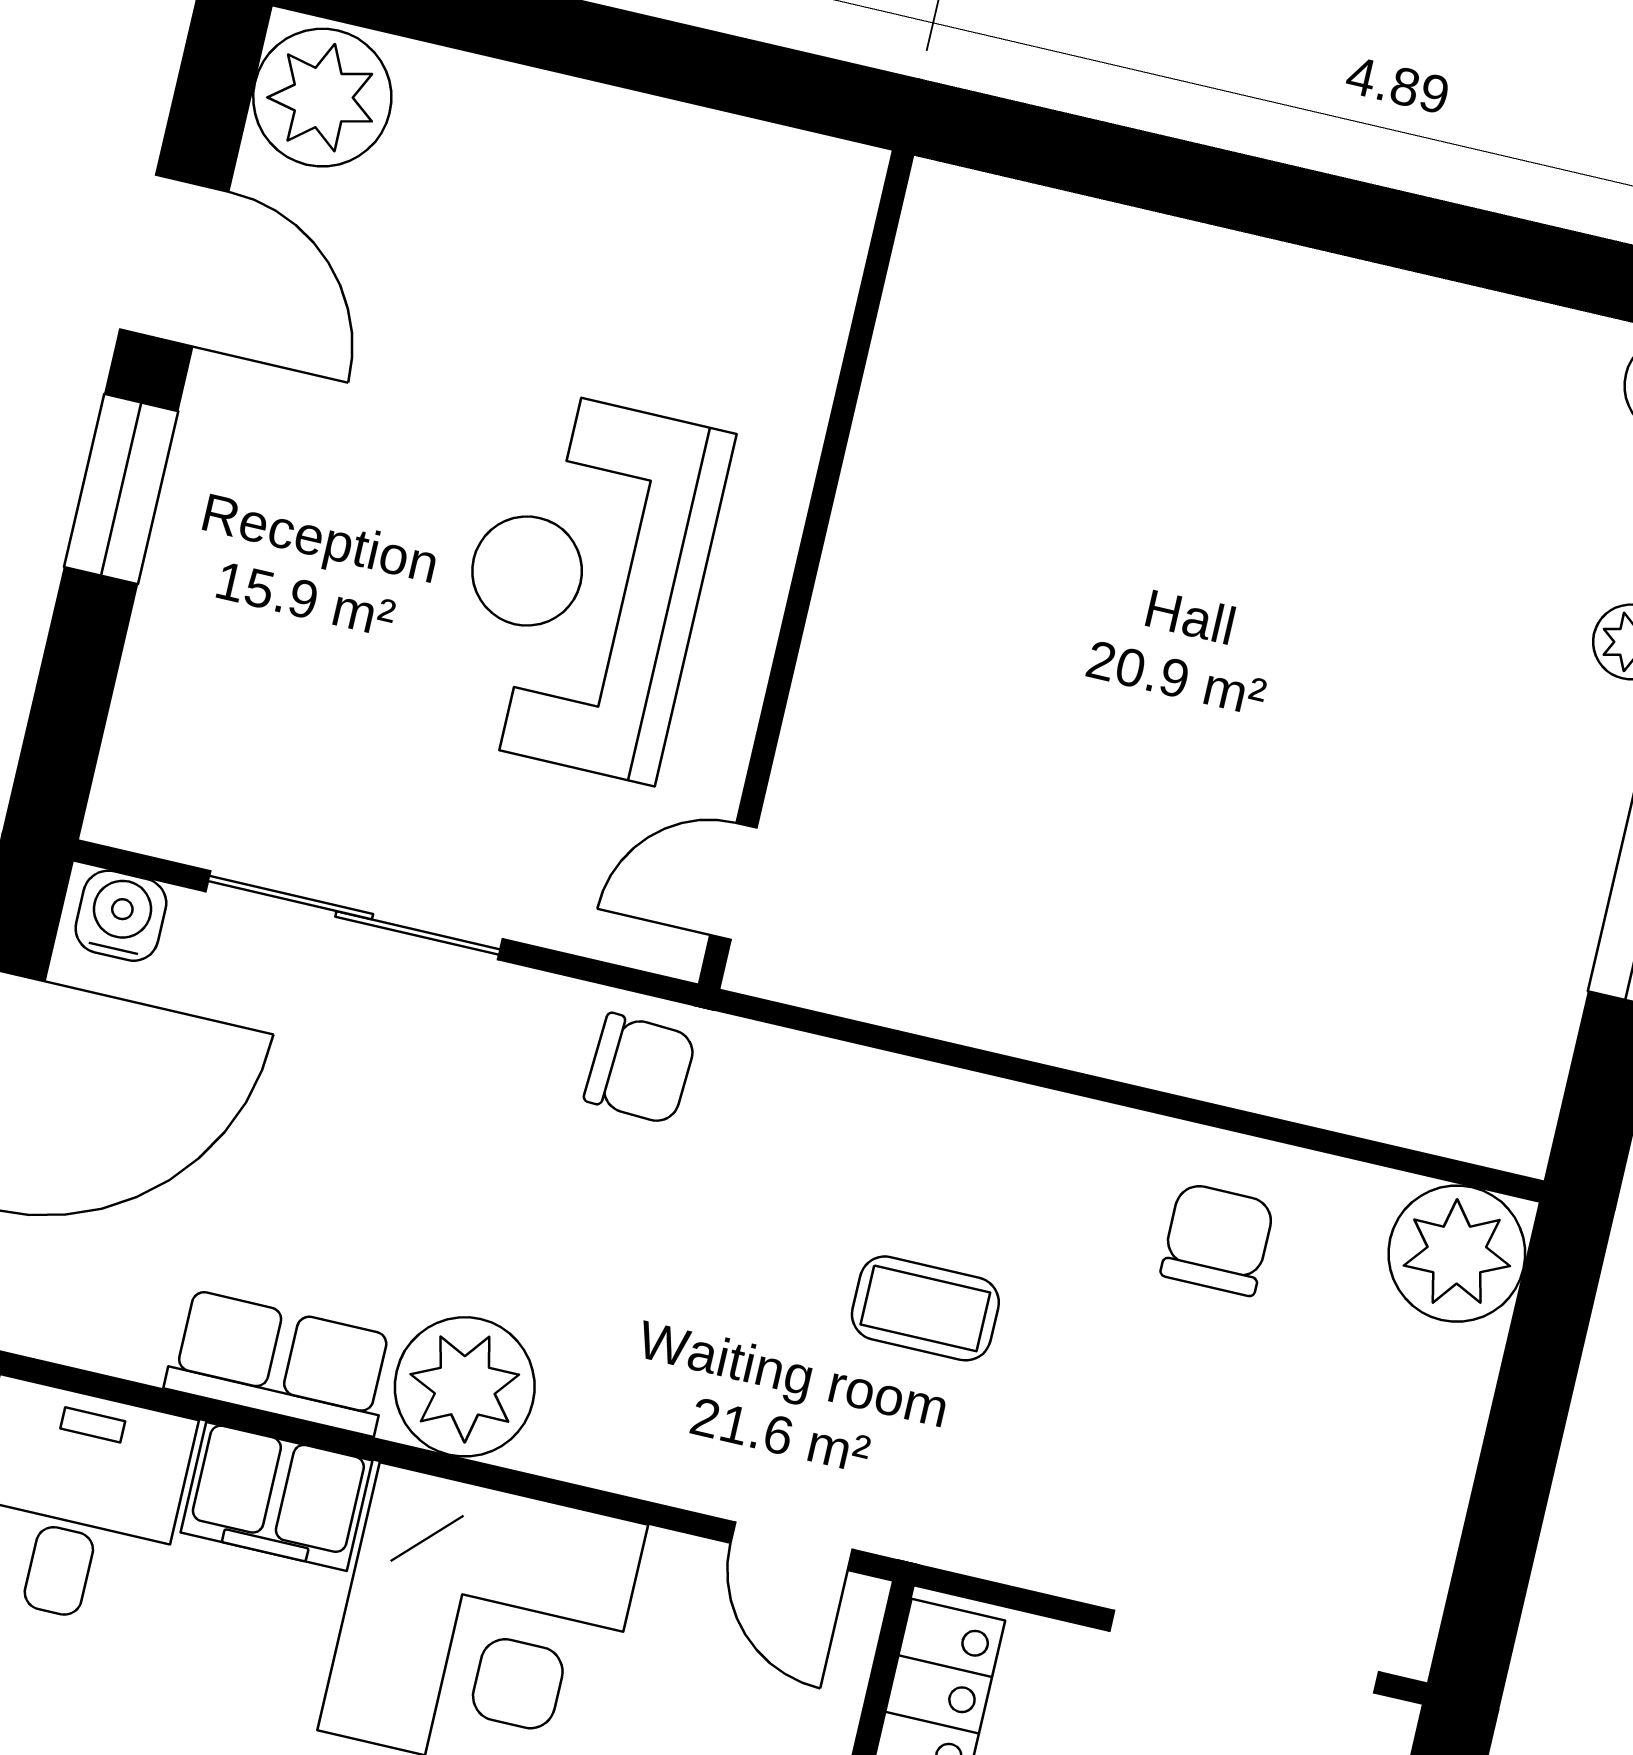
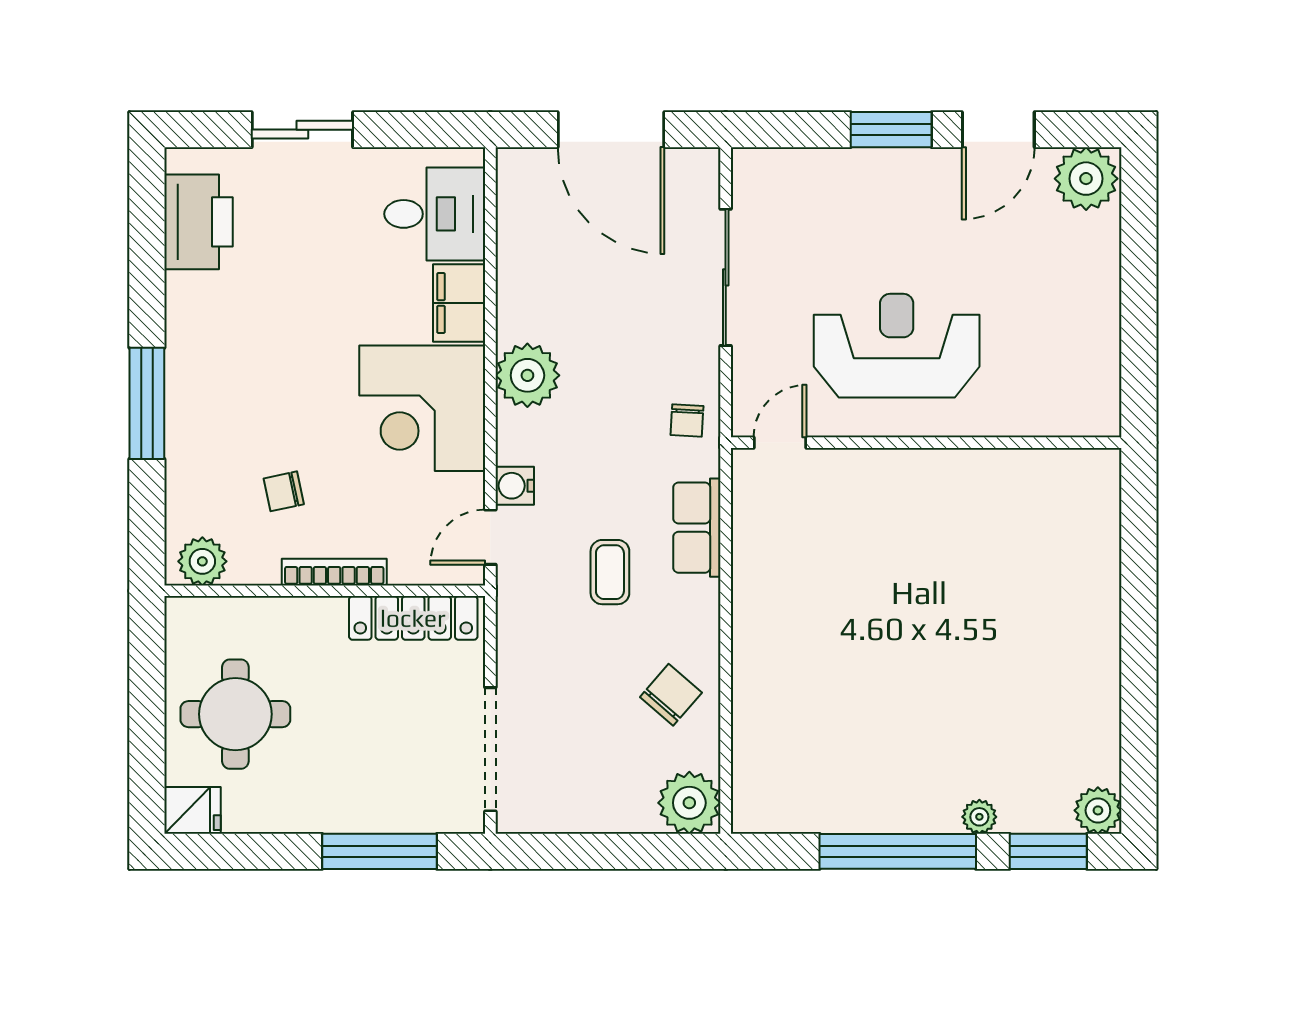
door: (733, 881) -> (780, 443), hinge flipped
water cooler: (121, 916) -> (515, 486), moved, turned 180
chair: (640, 1069) -> (687, 420), width x0.73, depth x0.73
chair: (1217, 1239) -> (671, 695), turned -49
row of seats: (280, 1362) -> (697, 528), moved, turned 180

